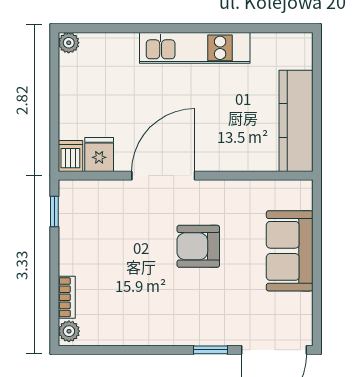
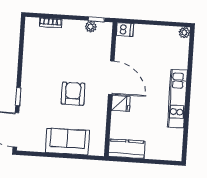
kitchen counter: (296, 121) -> (127, 149), width x0.67
fridge: (99, 155) -> (121, 104), moved
plant: (69, 331) -> (91, 27), moved

